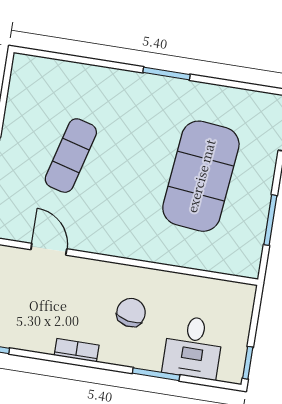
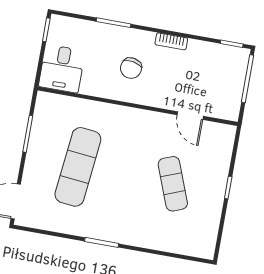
exercise mat: (71, 156) -> (173, 184), turned -36
exercise mat: (201, 176) -> (78, 167), width x0.68
desk: (193, 347) -> (62, 69), moved, turned 180

